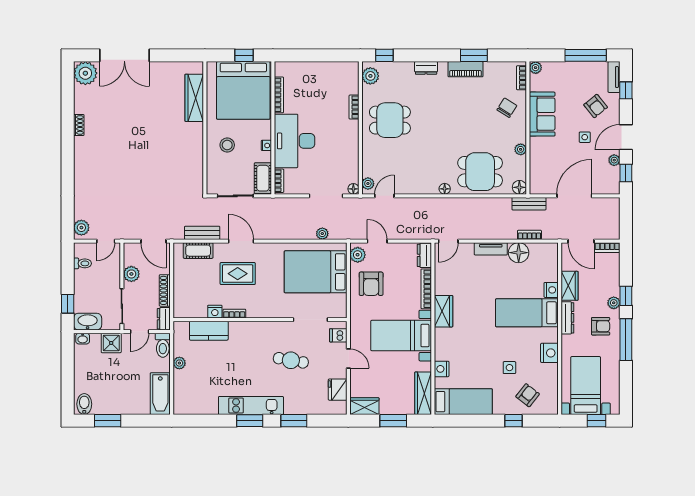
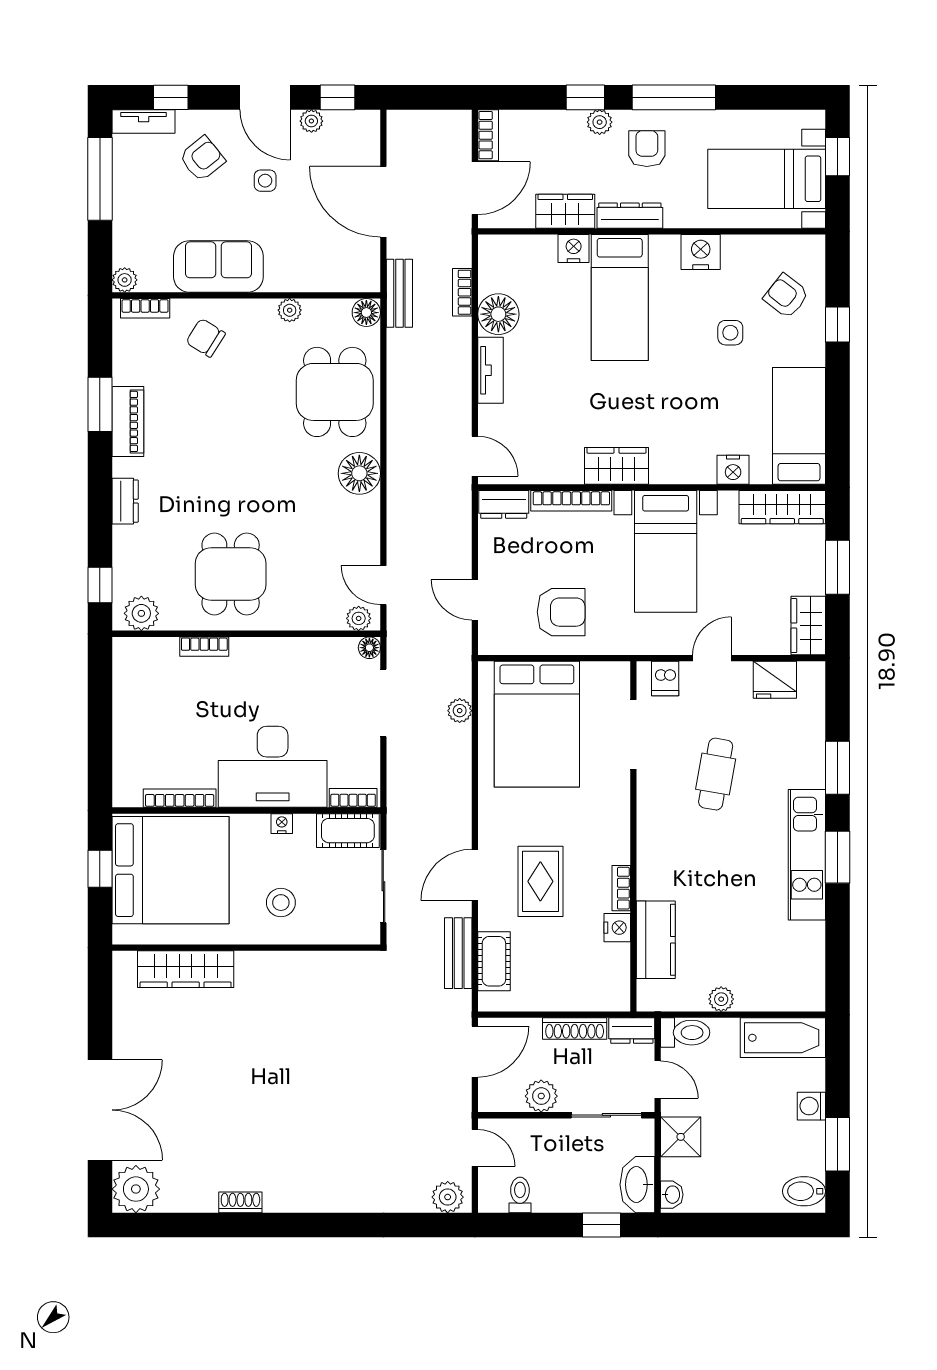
floor lamp: (445, 189) -> (359, 473), width x1.89, depth x1.89
door: (377, 241) -> (475, 600), hinge flipped
plant: (358, 255) -> (502, 639), removed
washing machine: (126, 408) -> (811, 1106), added

